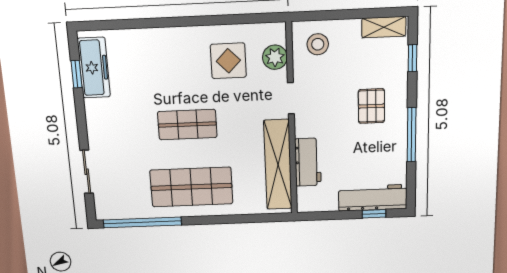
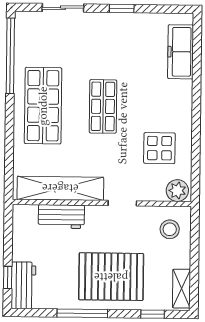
plant: (275, 57) -> (177, 191), moved
freezer: (94, 68) -> (181, 52), moved, turned 90
window: (76, 74) -> (122, 9), moved
pallet: (371, 106) -> (111, 277), width x2.05, depth x2.00
workbench: (373, 198) -> (23, 285), width x0.73

